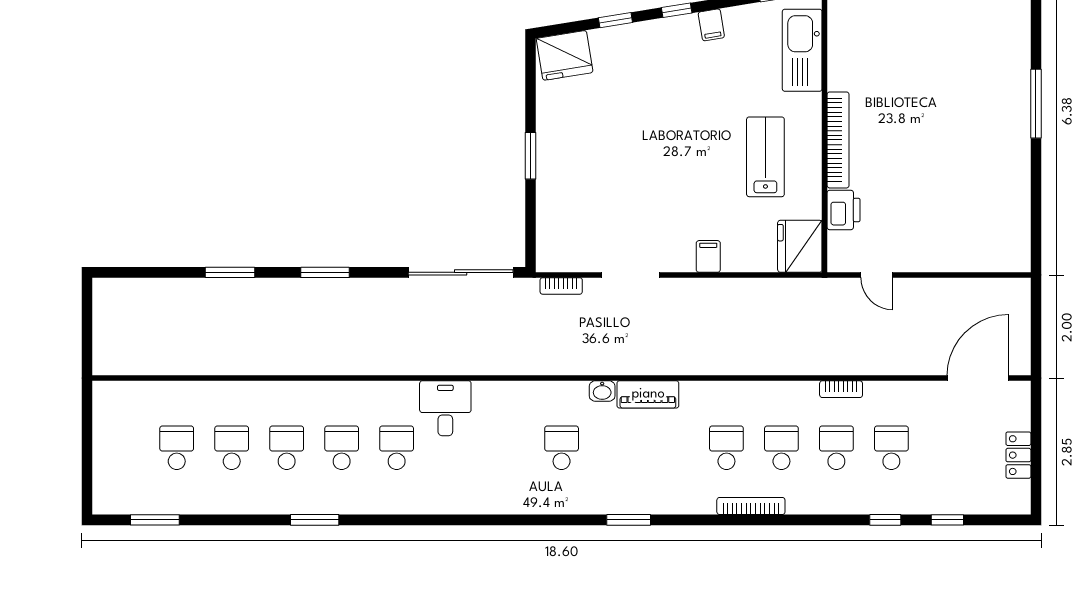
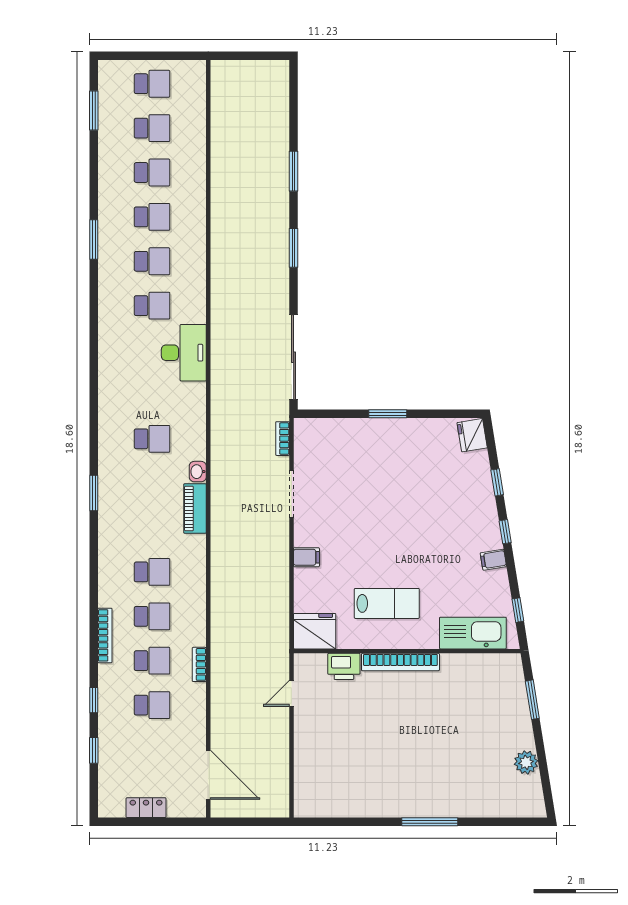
fridge: (565, 55) -> (472, 435), width x0.73, depth x0.75
desk: (445, 408) -> (184, 353), width x1.37
school desk: (122, 448) -> (152, 84), added
bookcase: (751, 506) -> (105, 635), moved

